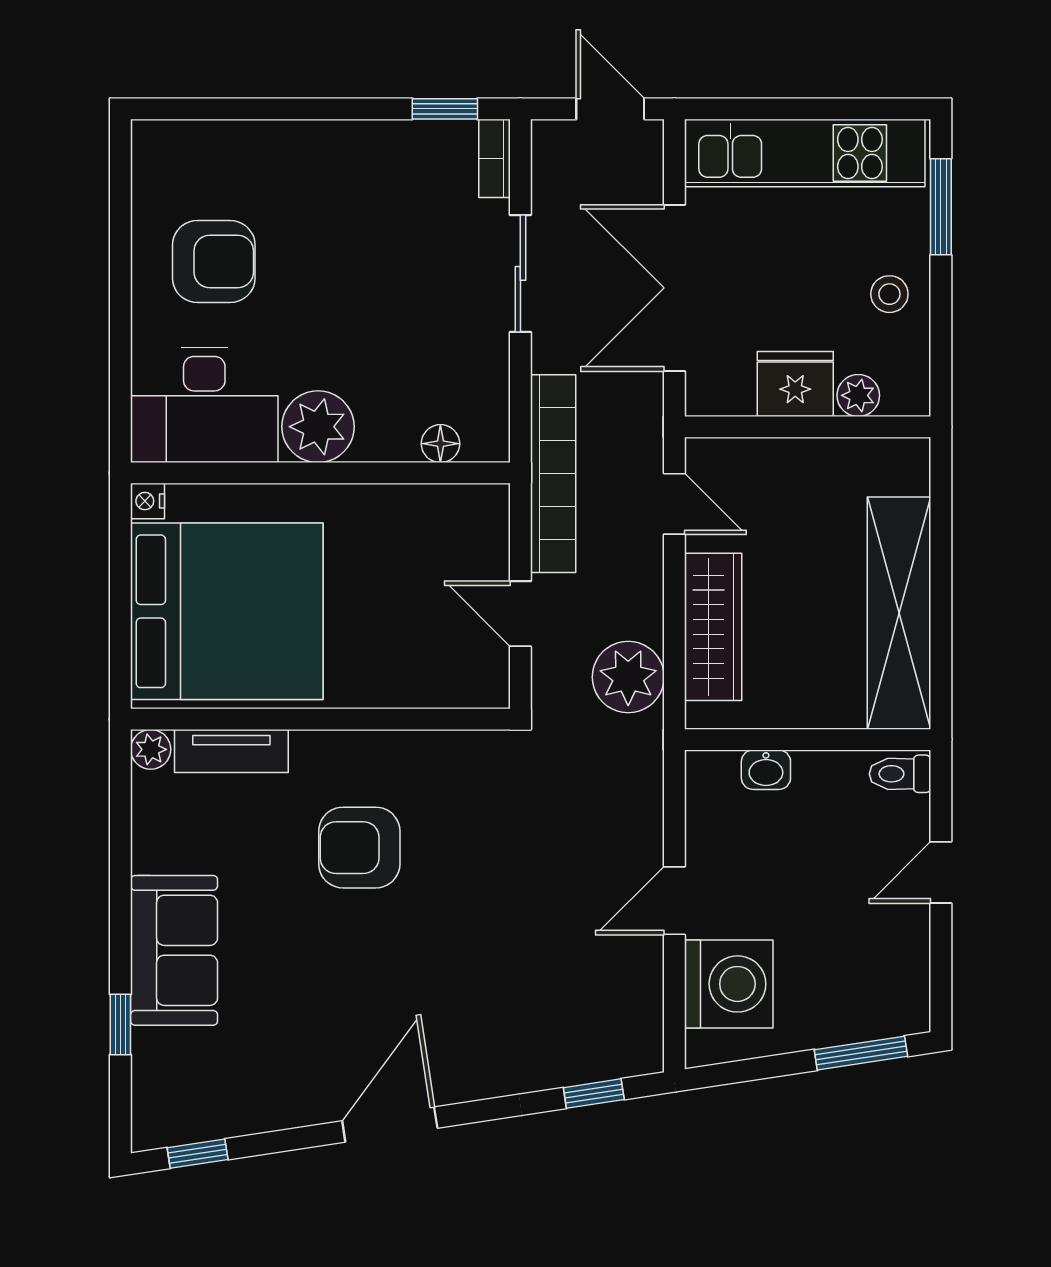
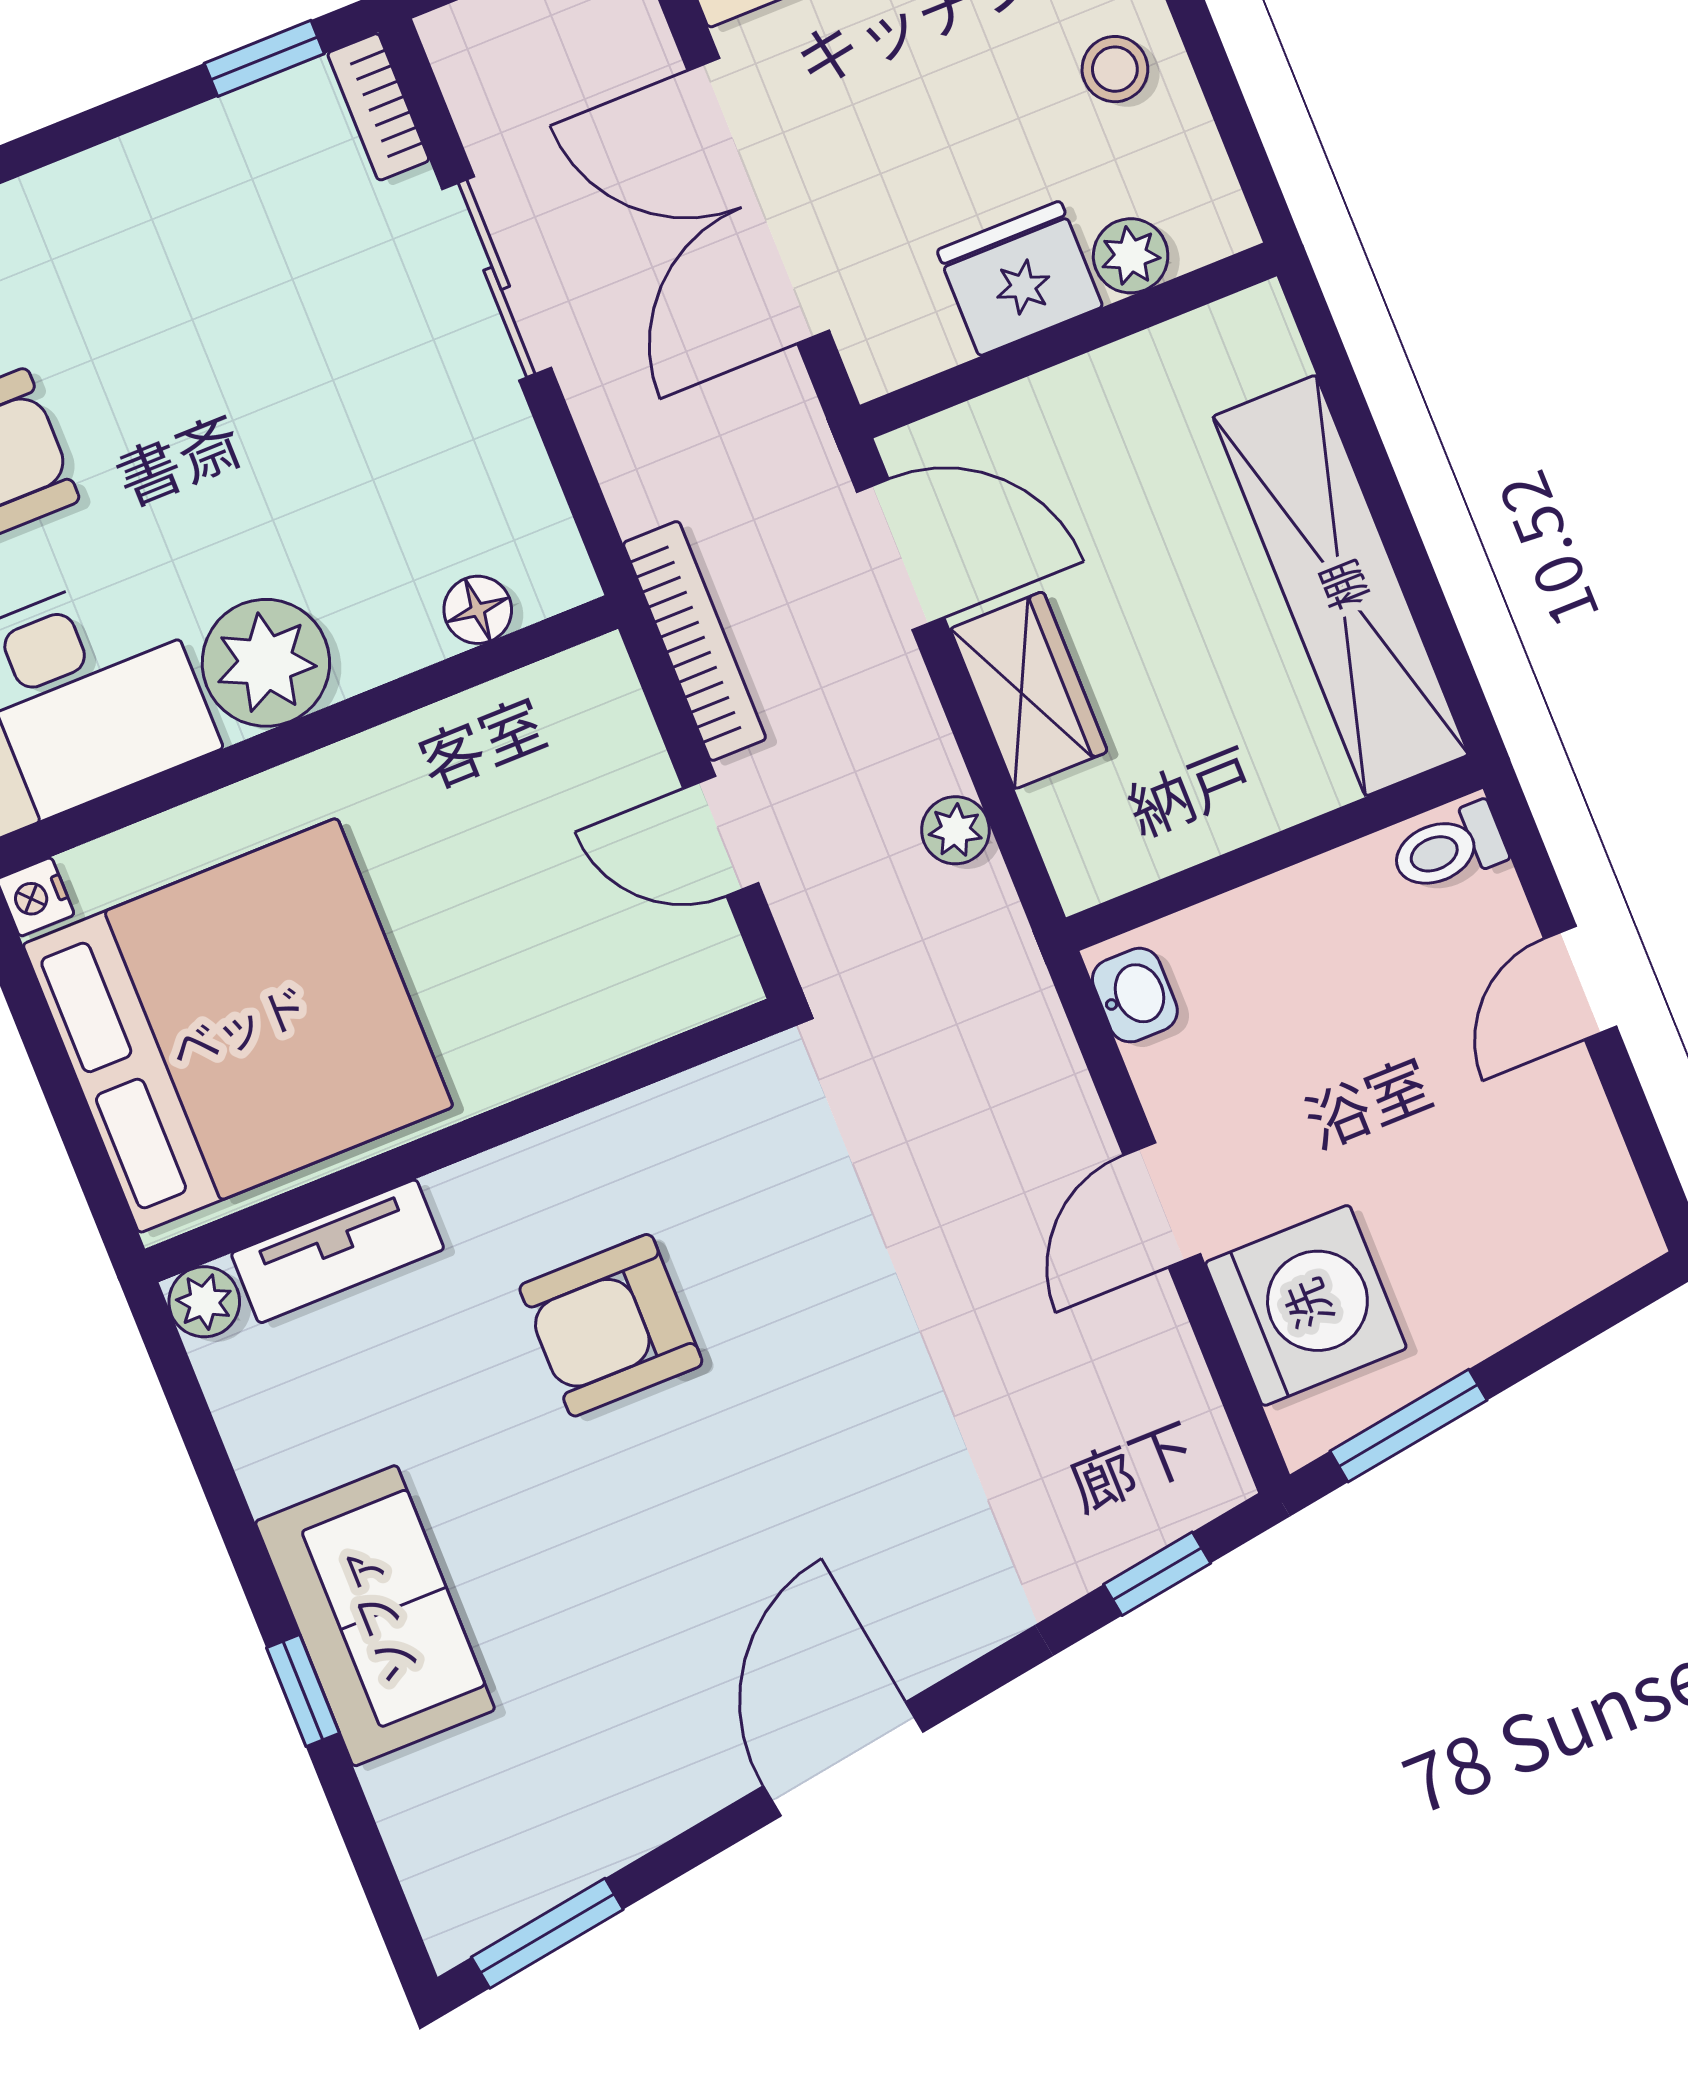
bookcase: (553, 474) -> (695, 641), width x0.68, depth x0.76
door: (674, 504) -> (901, 555), width x1.38
wardrobe: (713, 627) -> (1029, 690), width x0.67
plant: (628, 677) -> (955, 830), width x0.53, depth x0.53
washbasin: (766, 770) -> (1135, 995), moved, turned -90
window: (120, 1025) -> (303, 1690), moved
window: (861, 1053) -> (1408, 1426), moved
window: (198, 1154) -> (547, 1933), width x1.50

